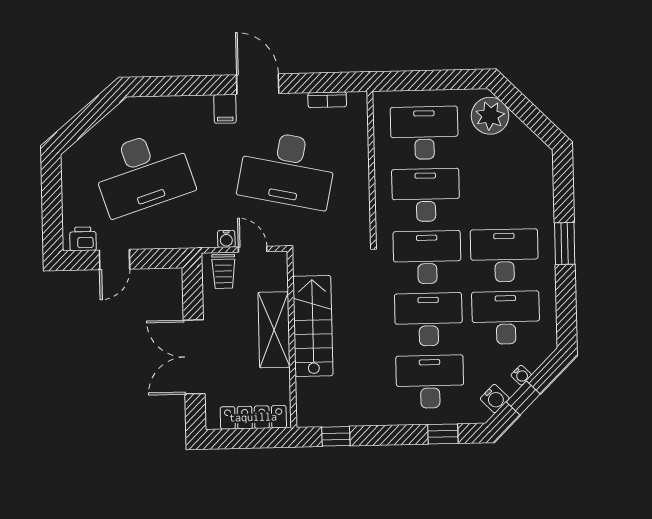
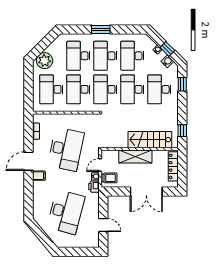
desk: (143, 173) -> (66, 212), turned 33
desk: (503, 193) -> (78, 56), added
printer: (83, 239) -> (94, 187), moved
stairs: (313, 326) -> (150, 140), moved

